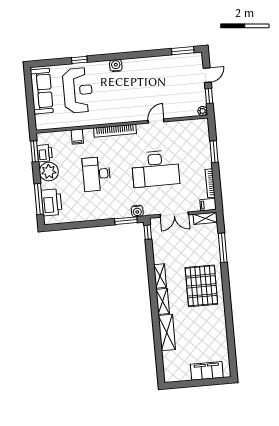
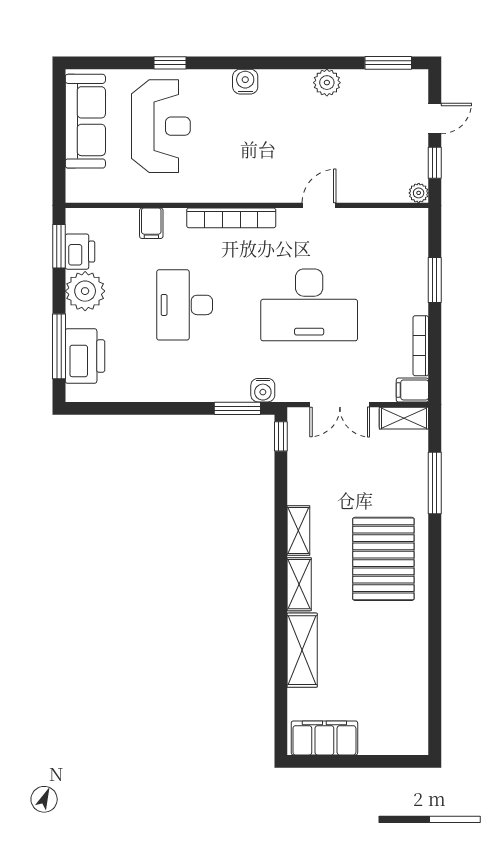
plant: (155, 63) -> (327, 83), added
filing cabinet: (207, 371) -> (324, 738), moved

